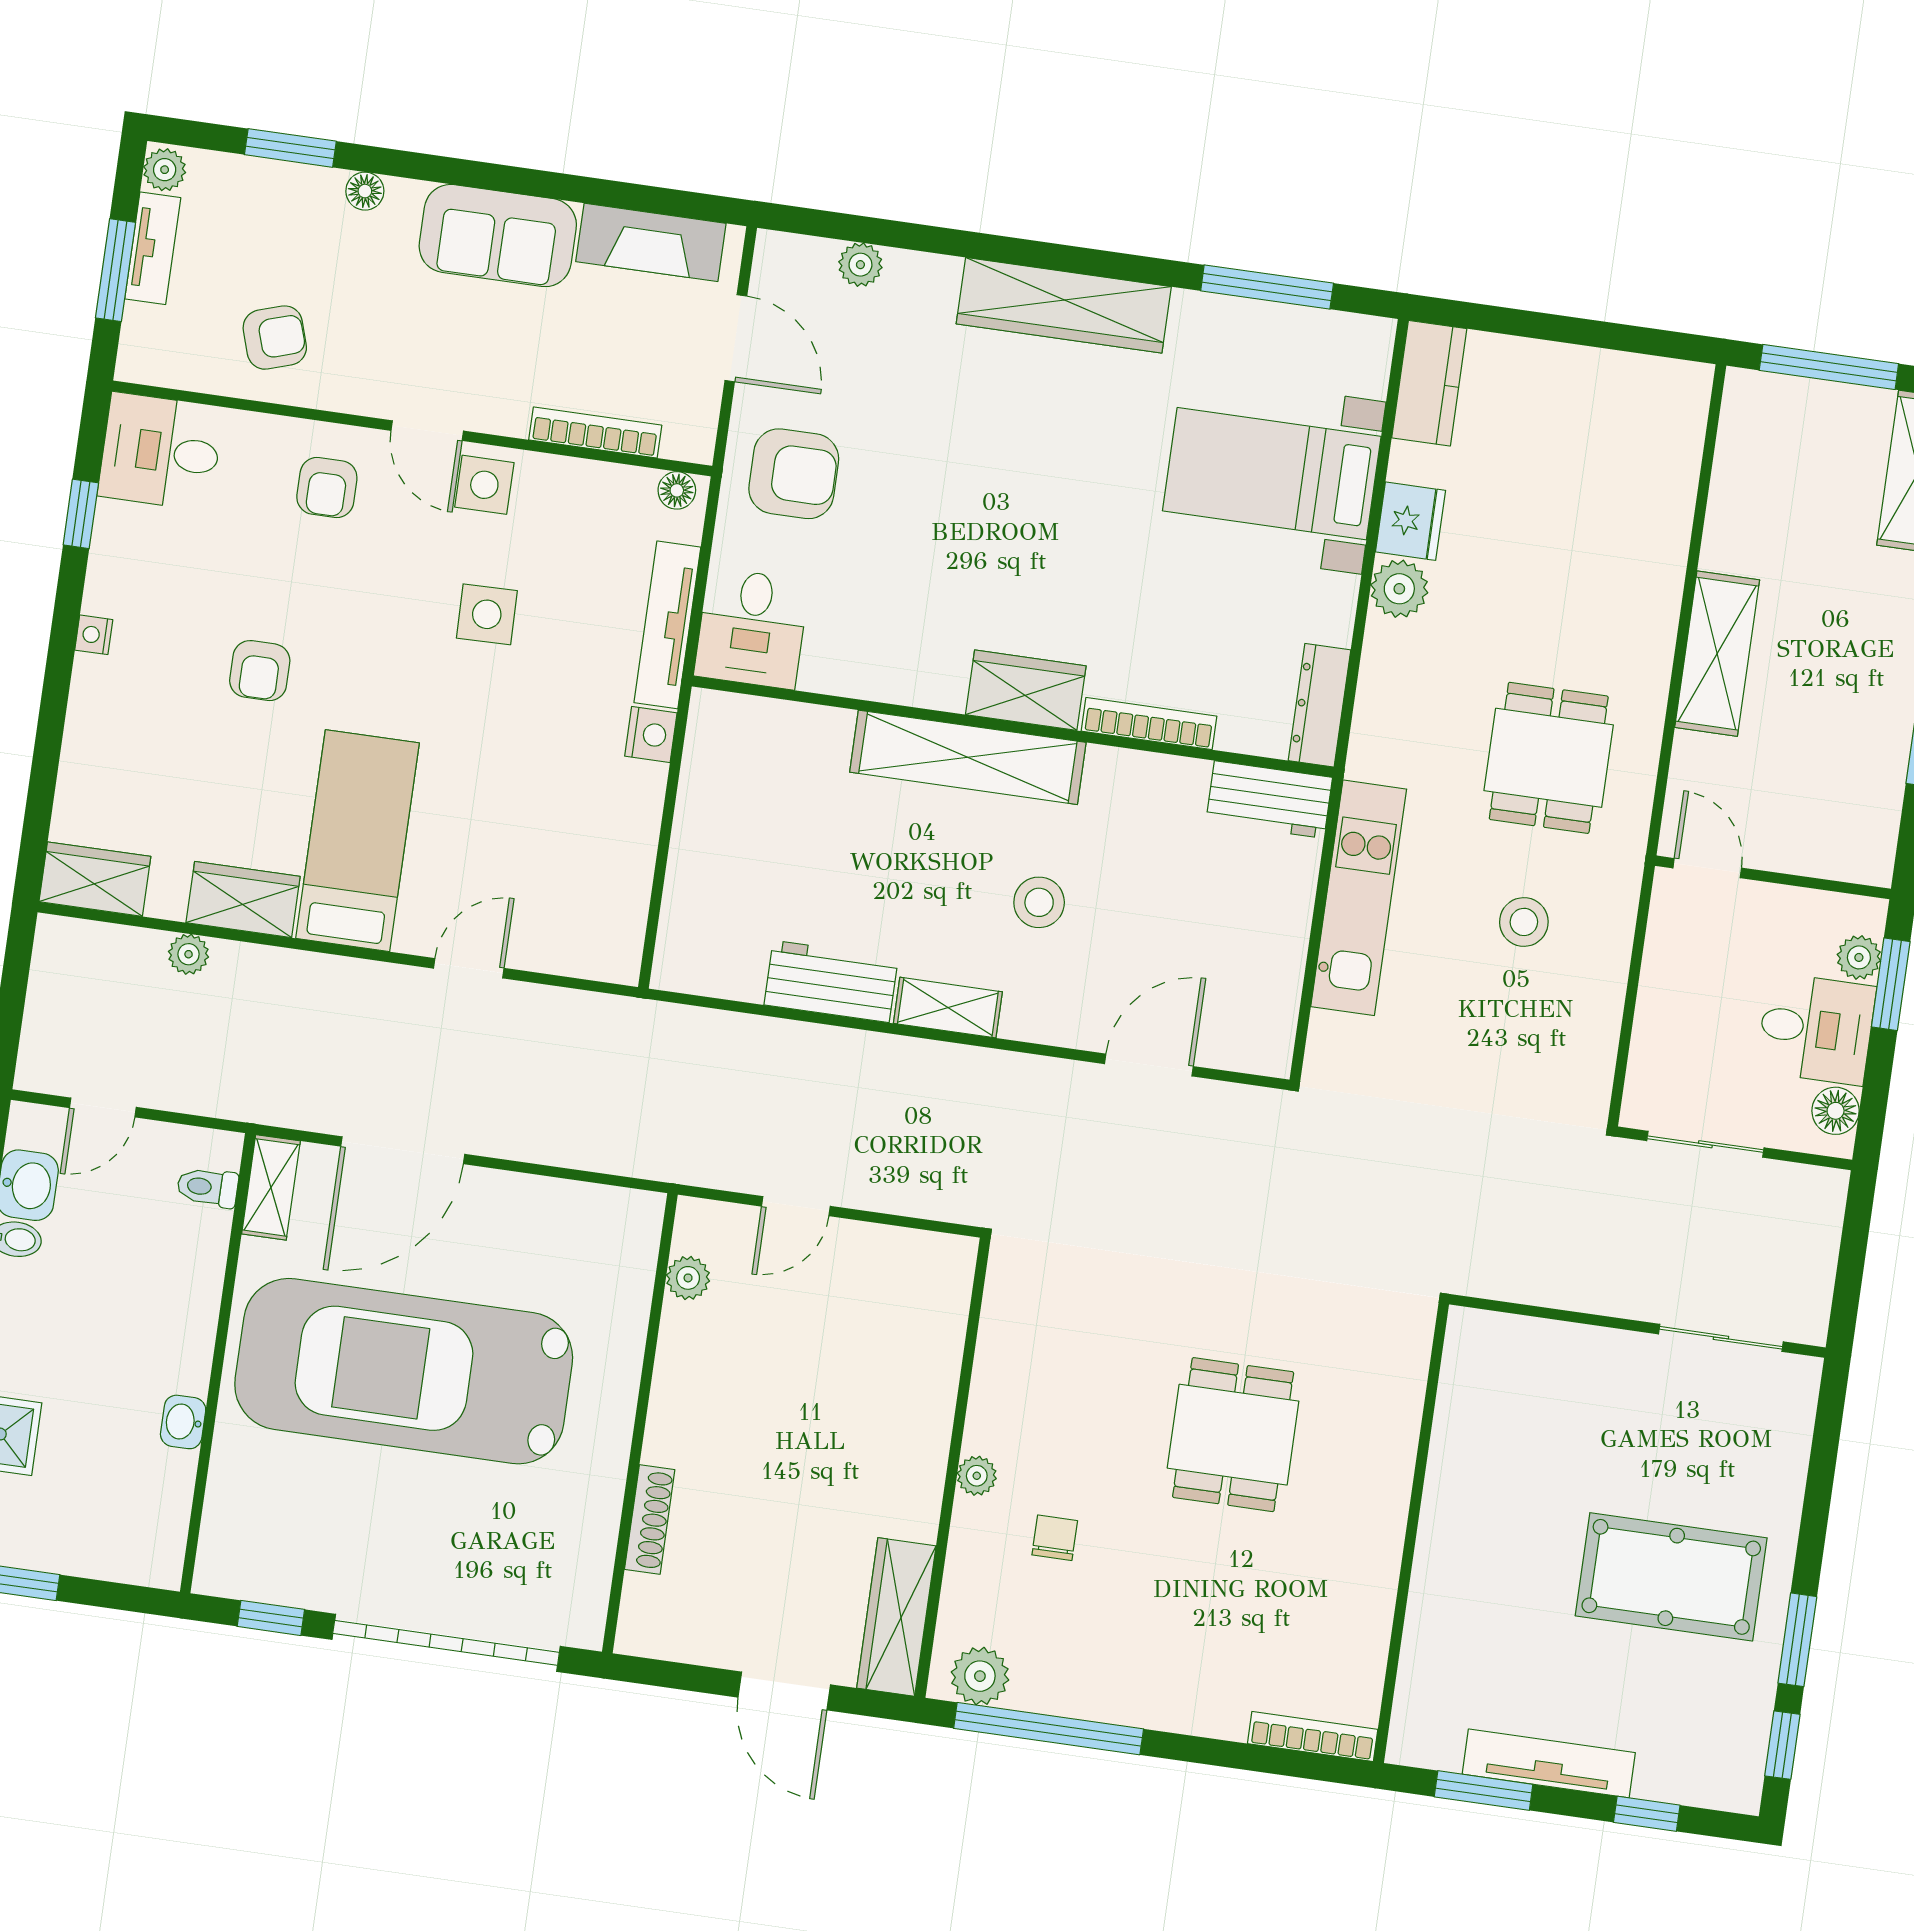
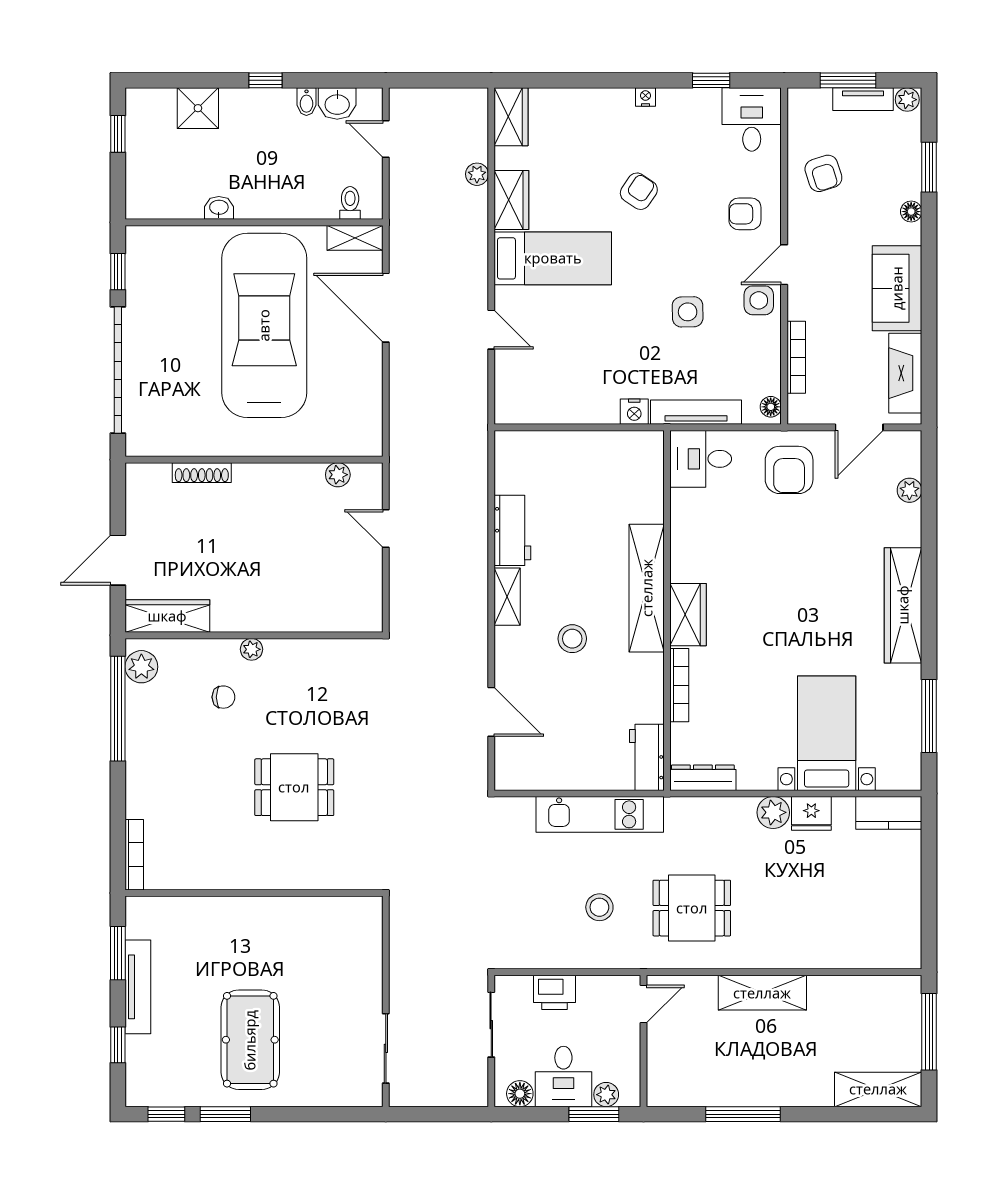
armchair: (260, 671) -> (639, 191), turned 124
printer: (1664, 1024) -> (554, 992), added

